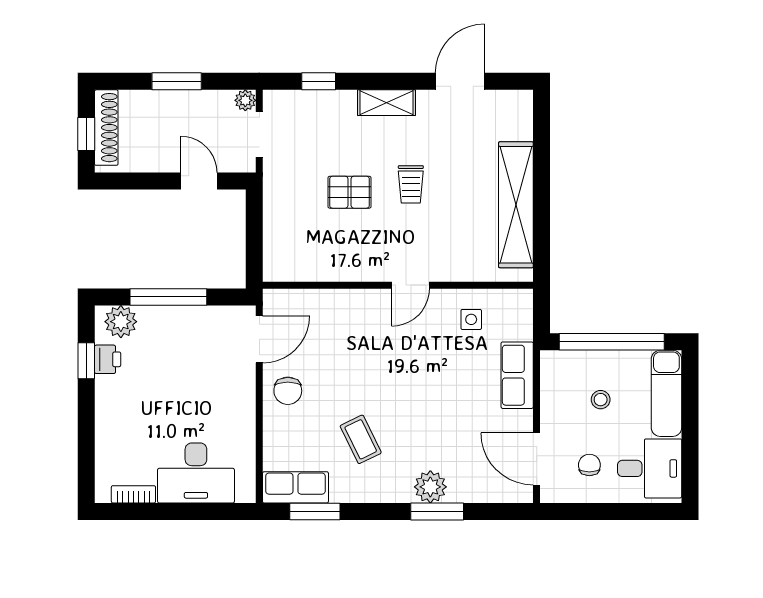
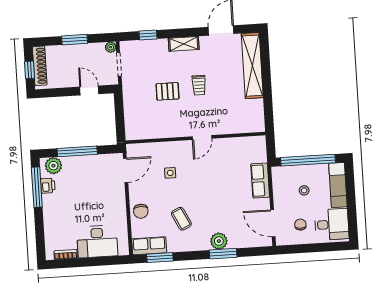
shelving: (516, 205) -> (252, 66), moved
side table: (471, 319) -> (170, 173), moved
window: (86, 361) -> (37, 187), width x2.17
chair: (288, 391) -> (141, 211), moved

